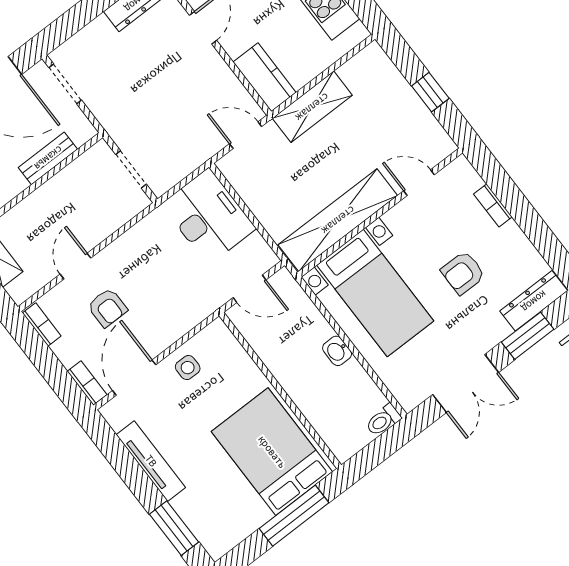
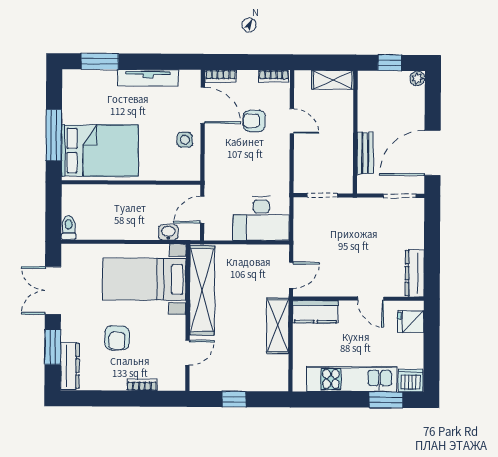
armchair: (463, 273) -> (117, 338), turned 180
washbasin: (337, 351) -> (168, 232), moved

